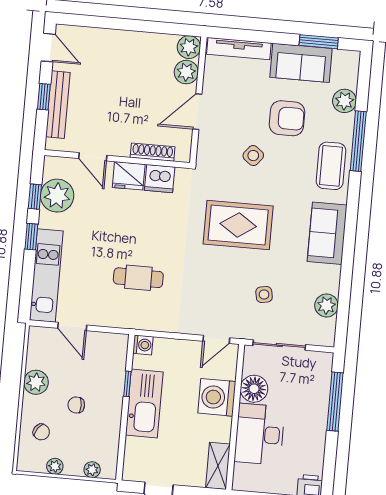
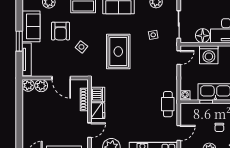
window: (319, 42) -> (19, 41), moved
armchair: (287, 118) -> (61, 31), turned 180
cafe table: (138, 278) -> (168, 104), moved
door: (216, 339) -> (179, 58), hinge flipped

